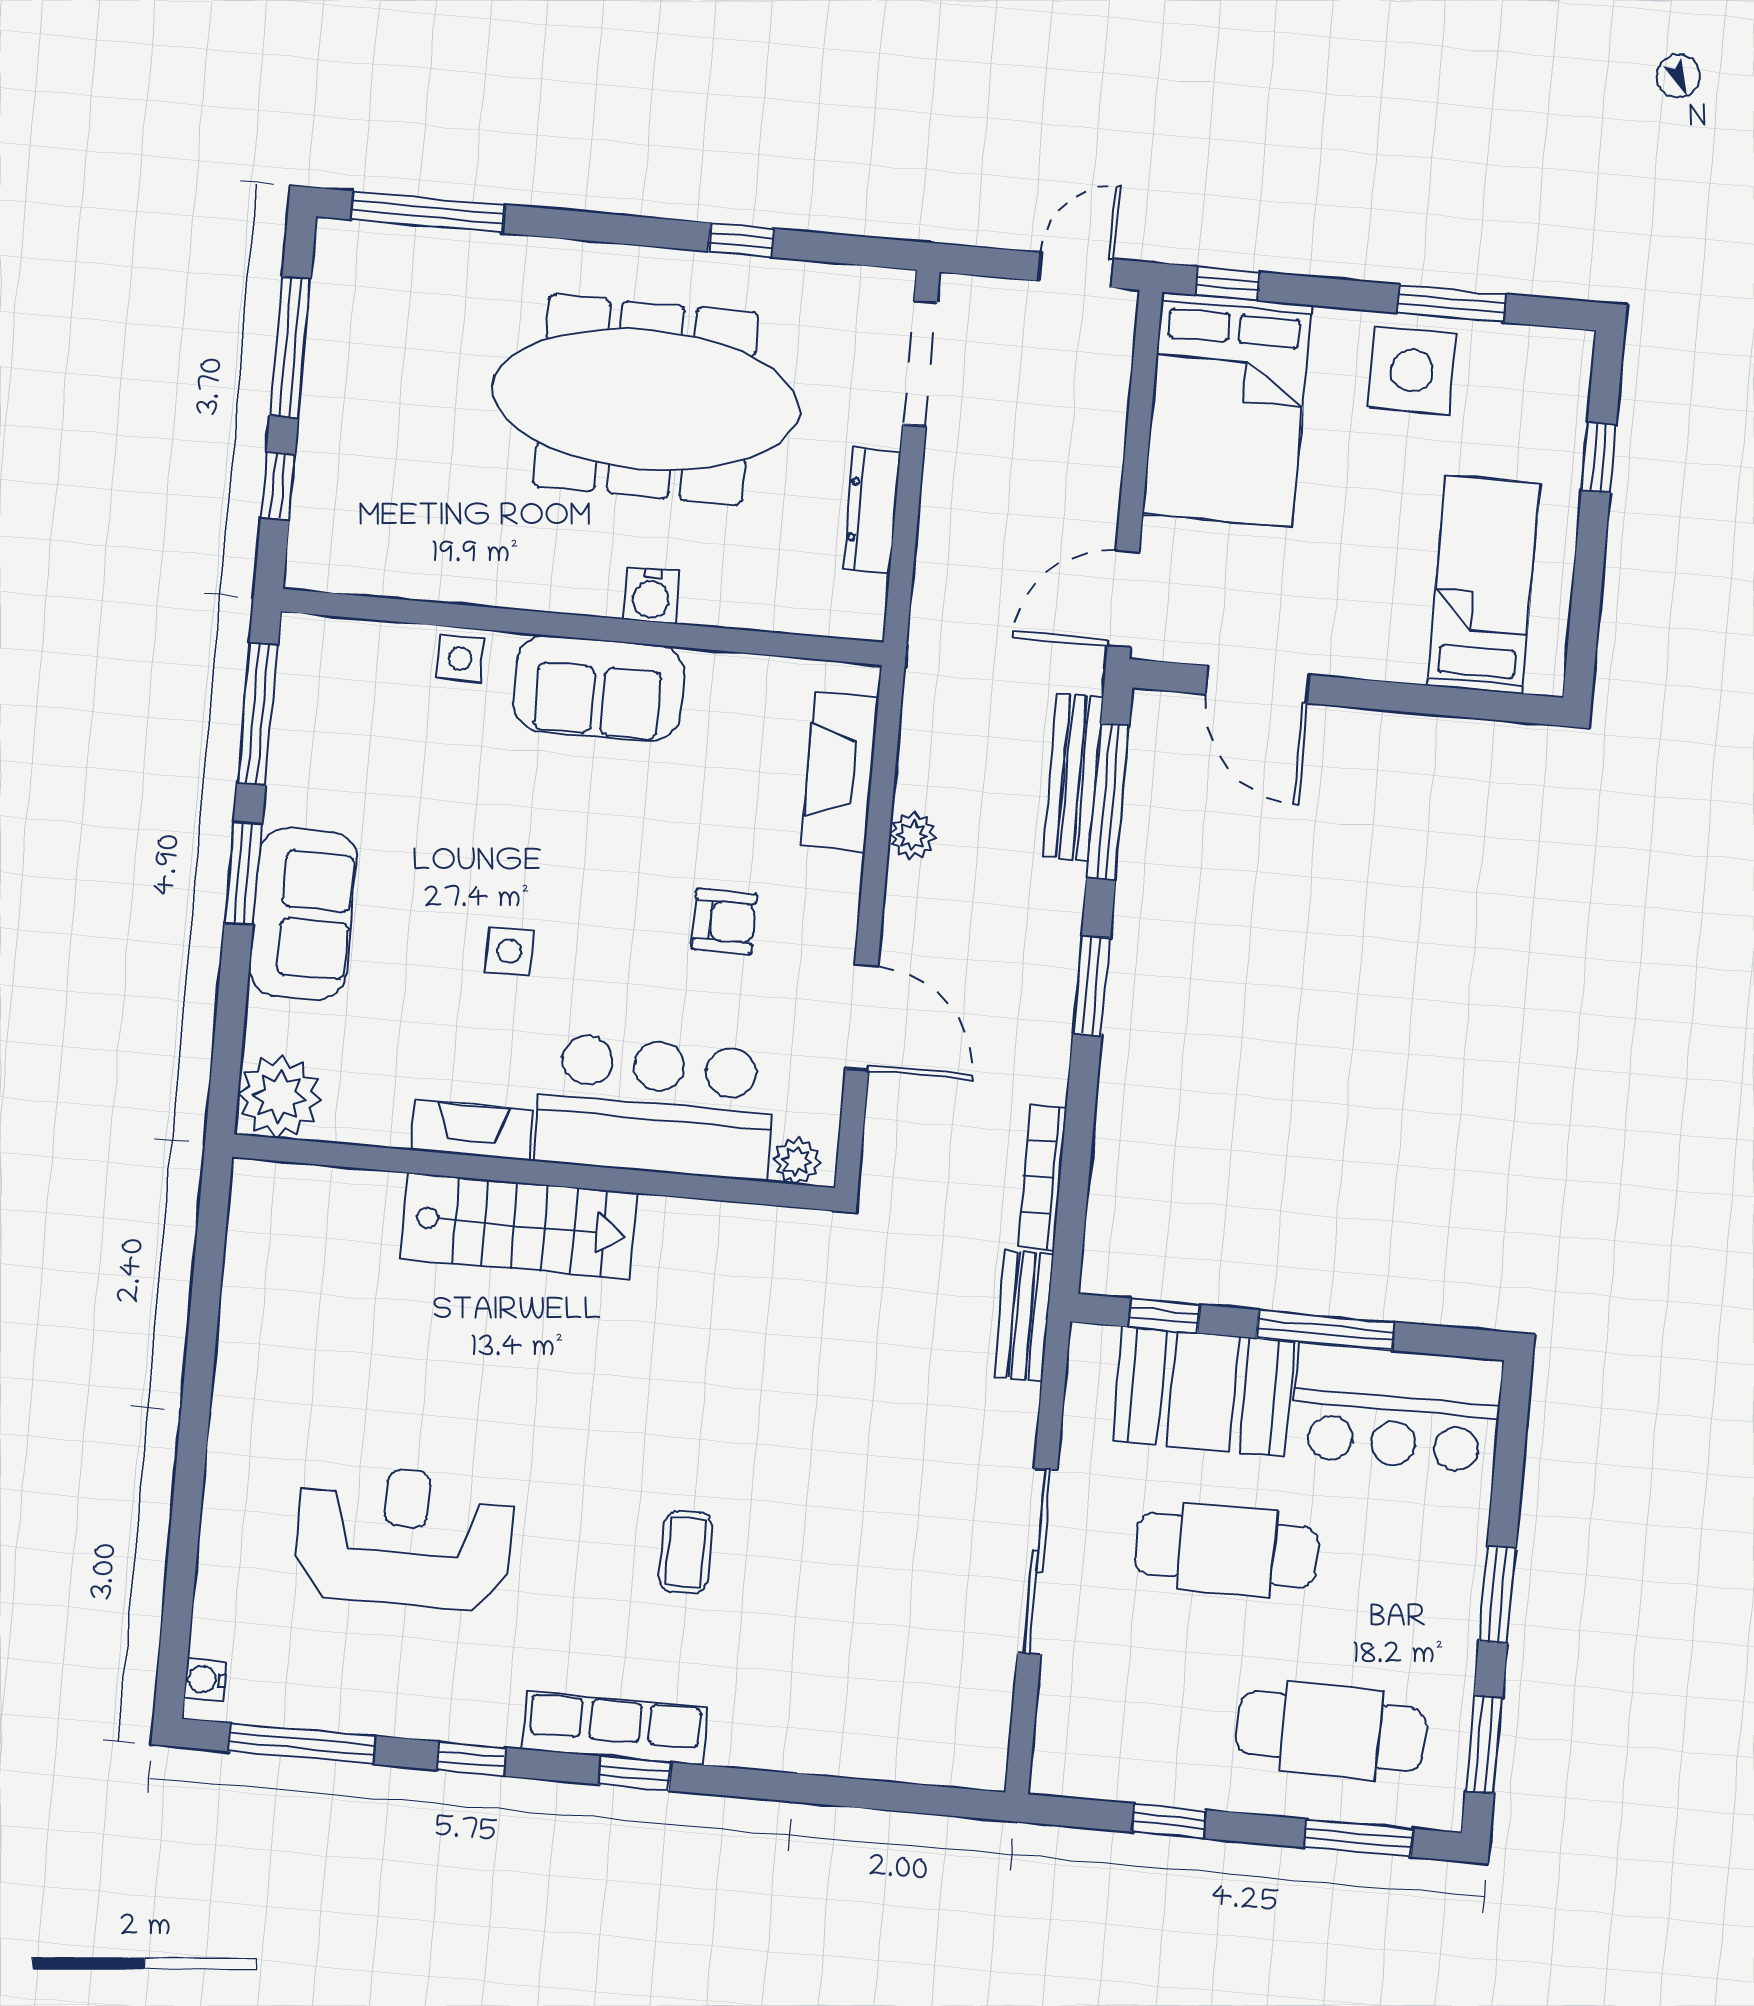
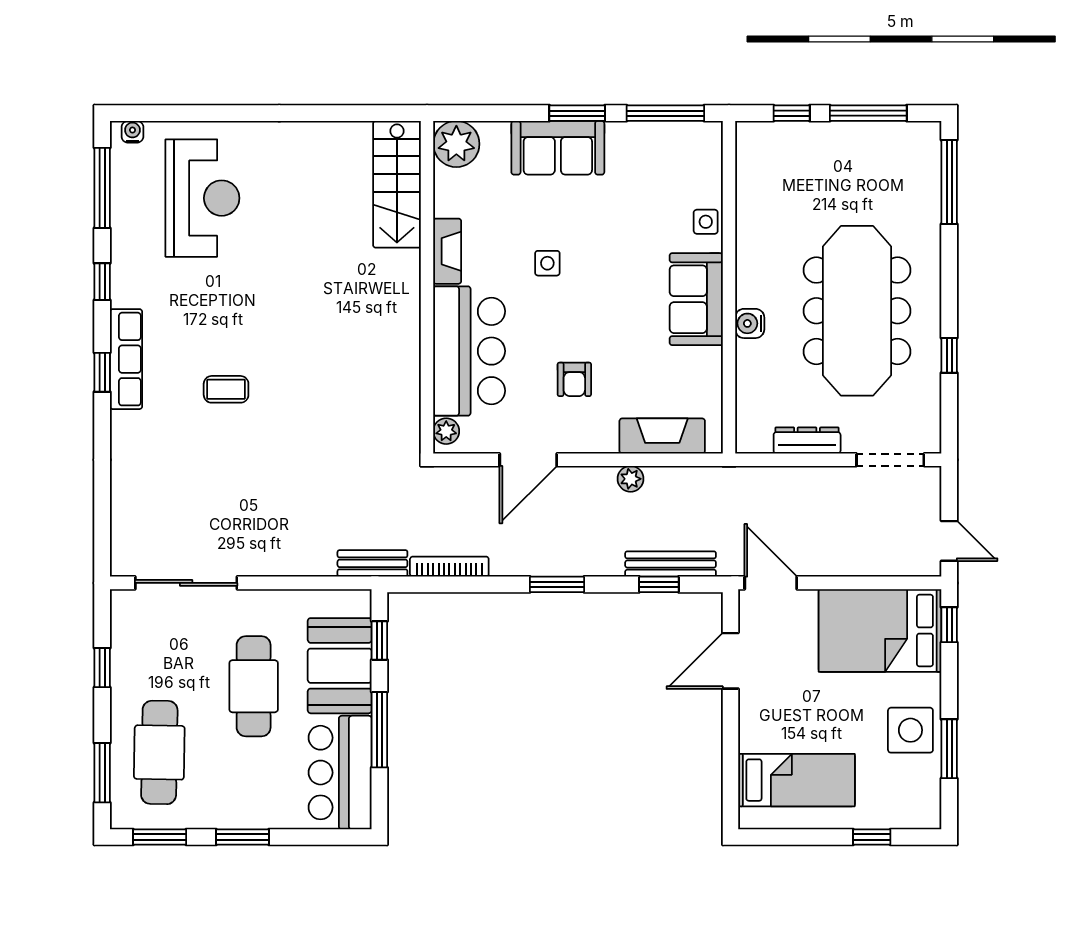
window: (1108, 801) -> (659, 584), width x0.46
stairs: (519, 1226) -> (397, 184), moved
reception desk: (404, 1537) -> (202, 198), moved
sliding door: (1037, 1561) -> (186, 583), moved

